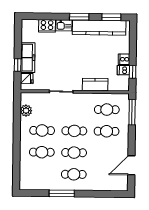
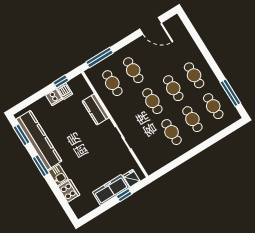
plant: (26, 111) -> (162, 159), removed
cafe table: (42, 174) -> (213, 106), added
window: (62, 193) -> (230, 93), moved

